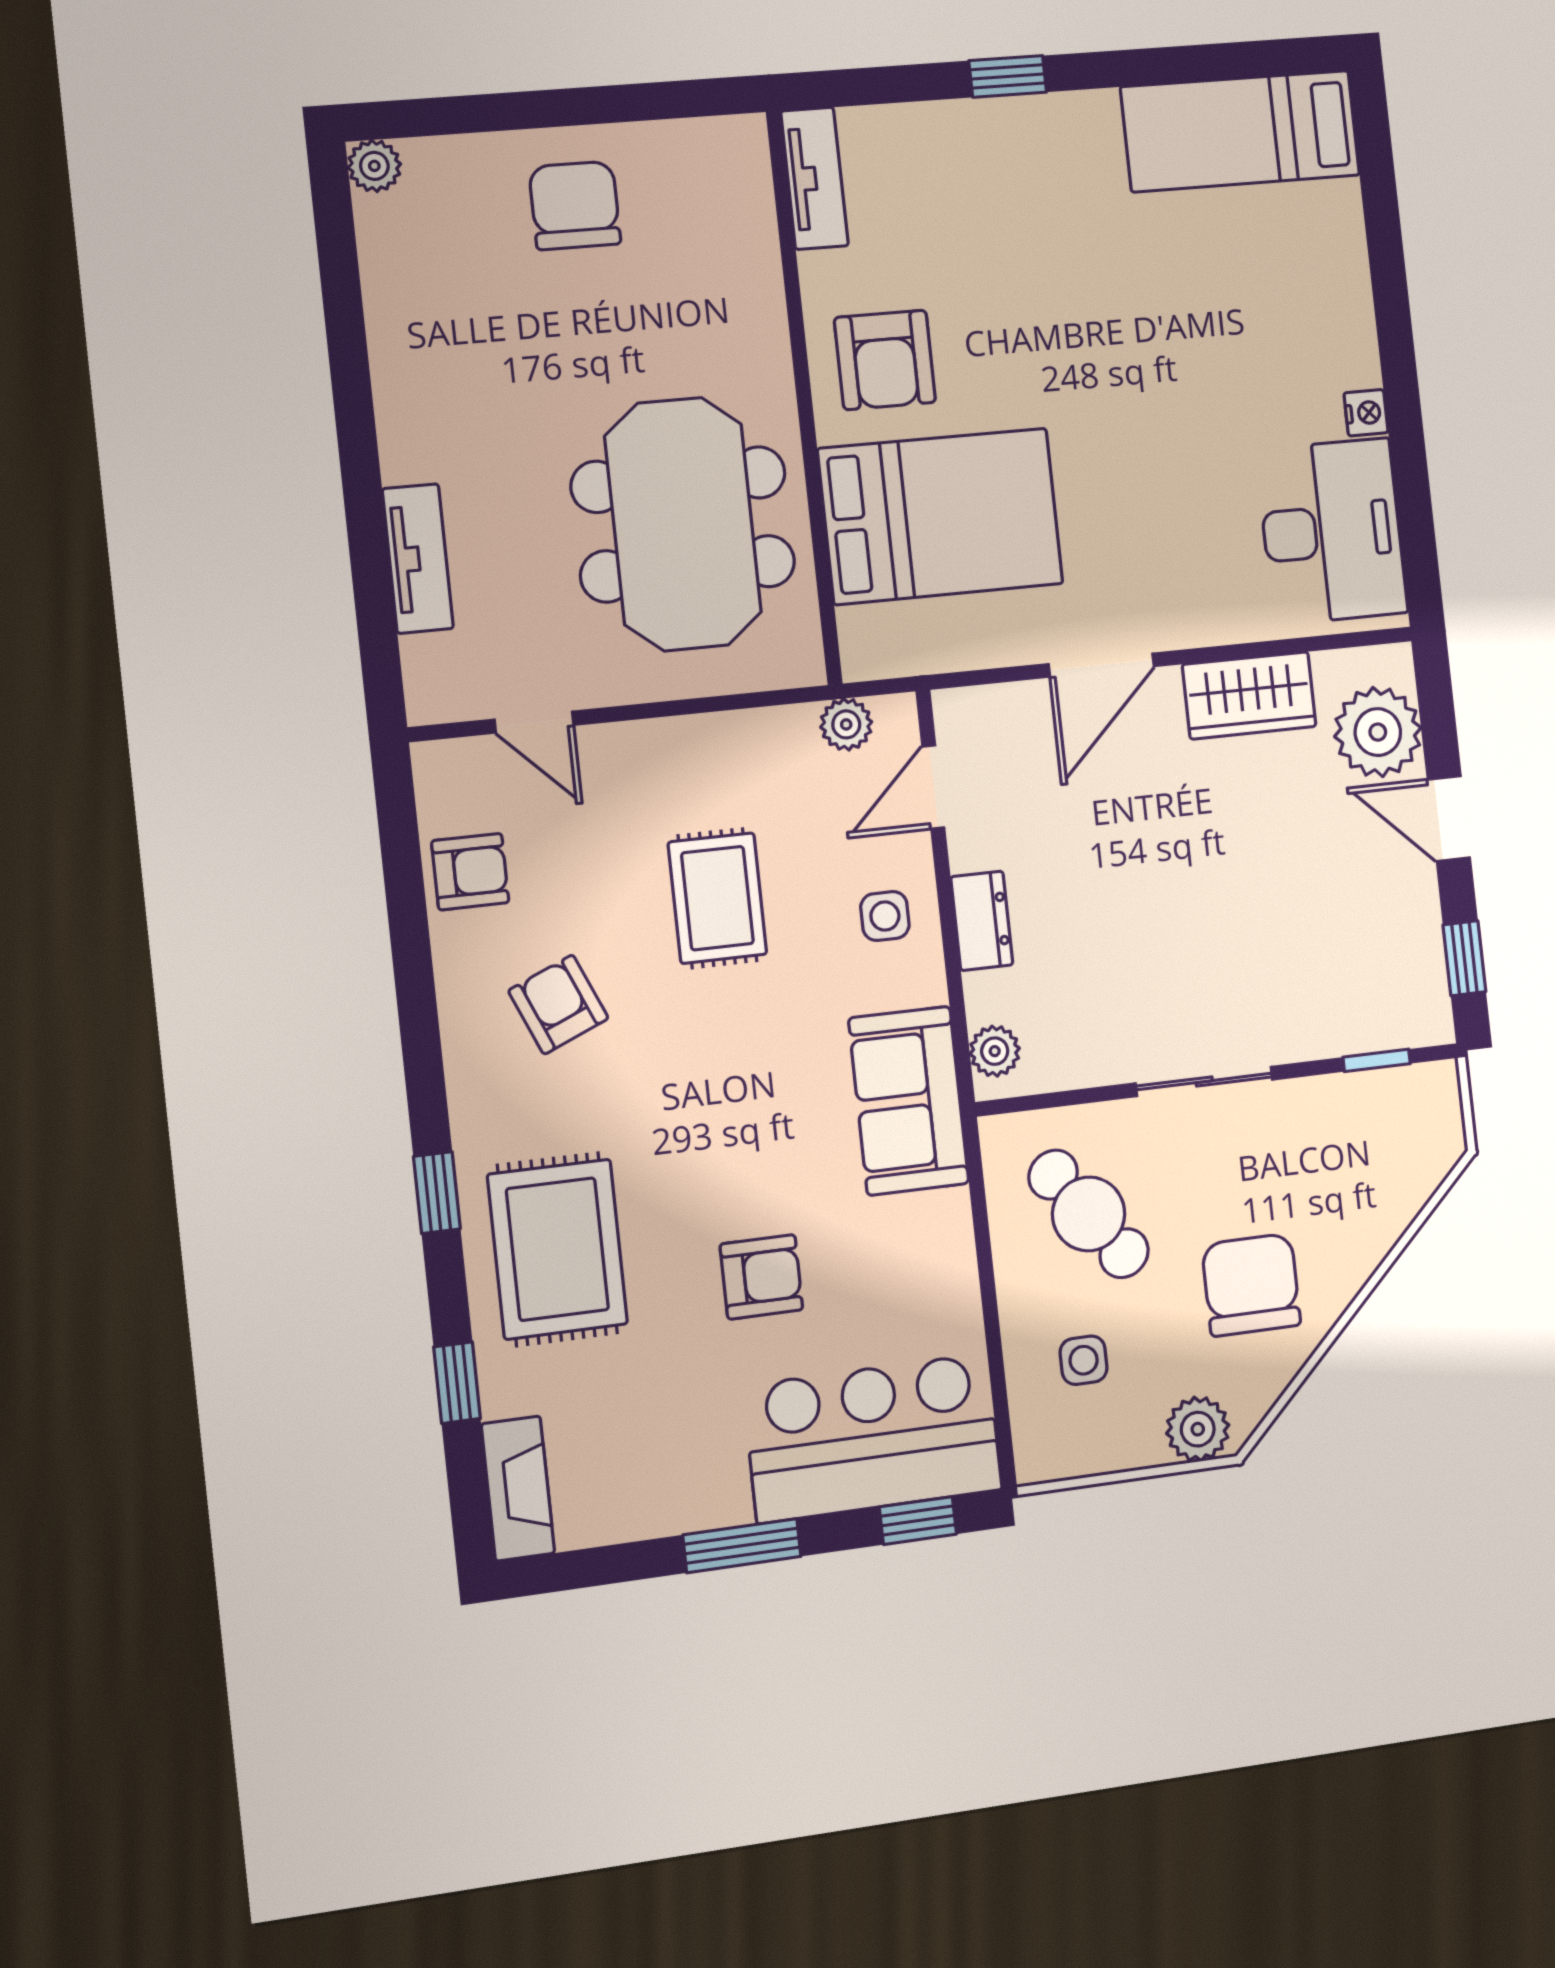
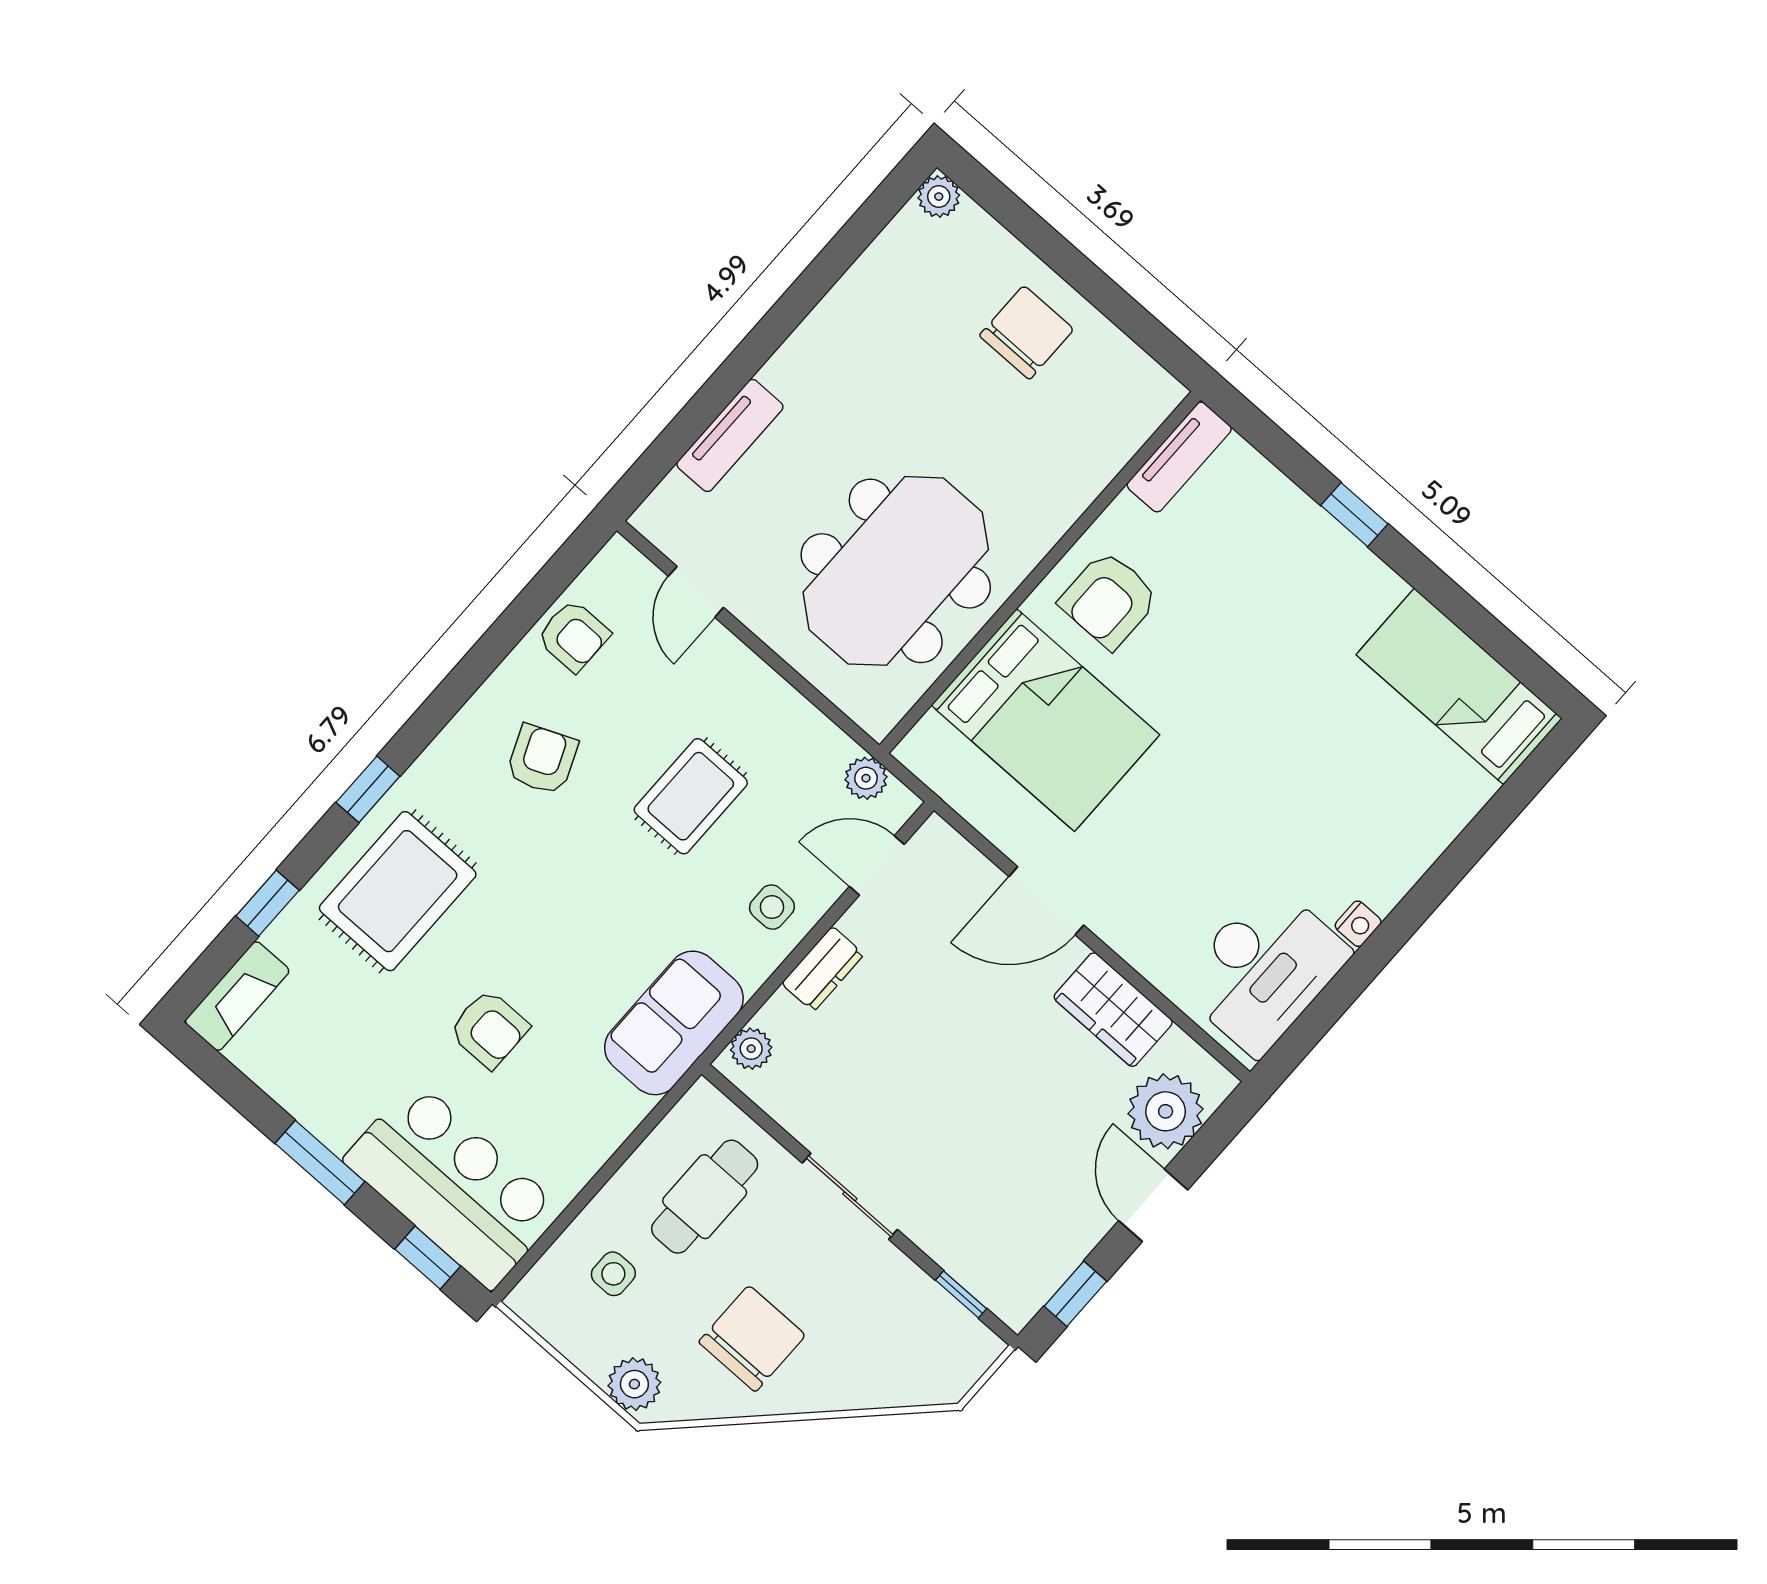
cafe table: (1089, 1214) -> (705, 1197), turned 36

